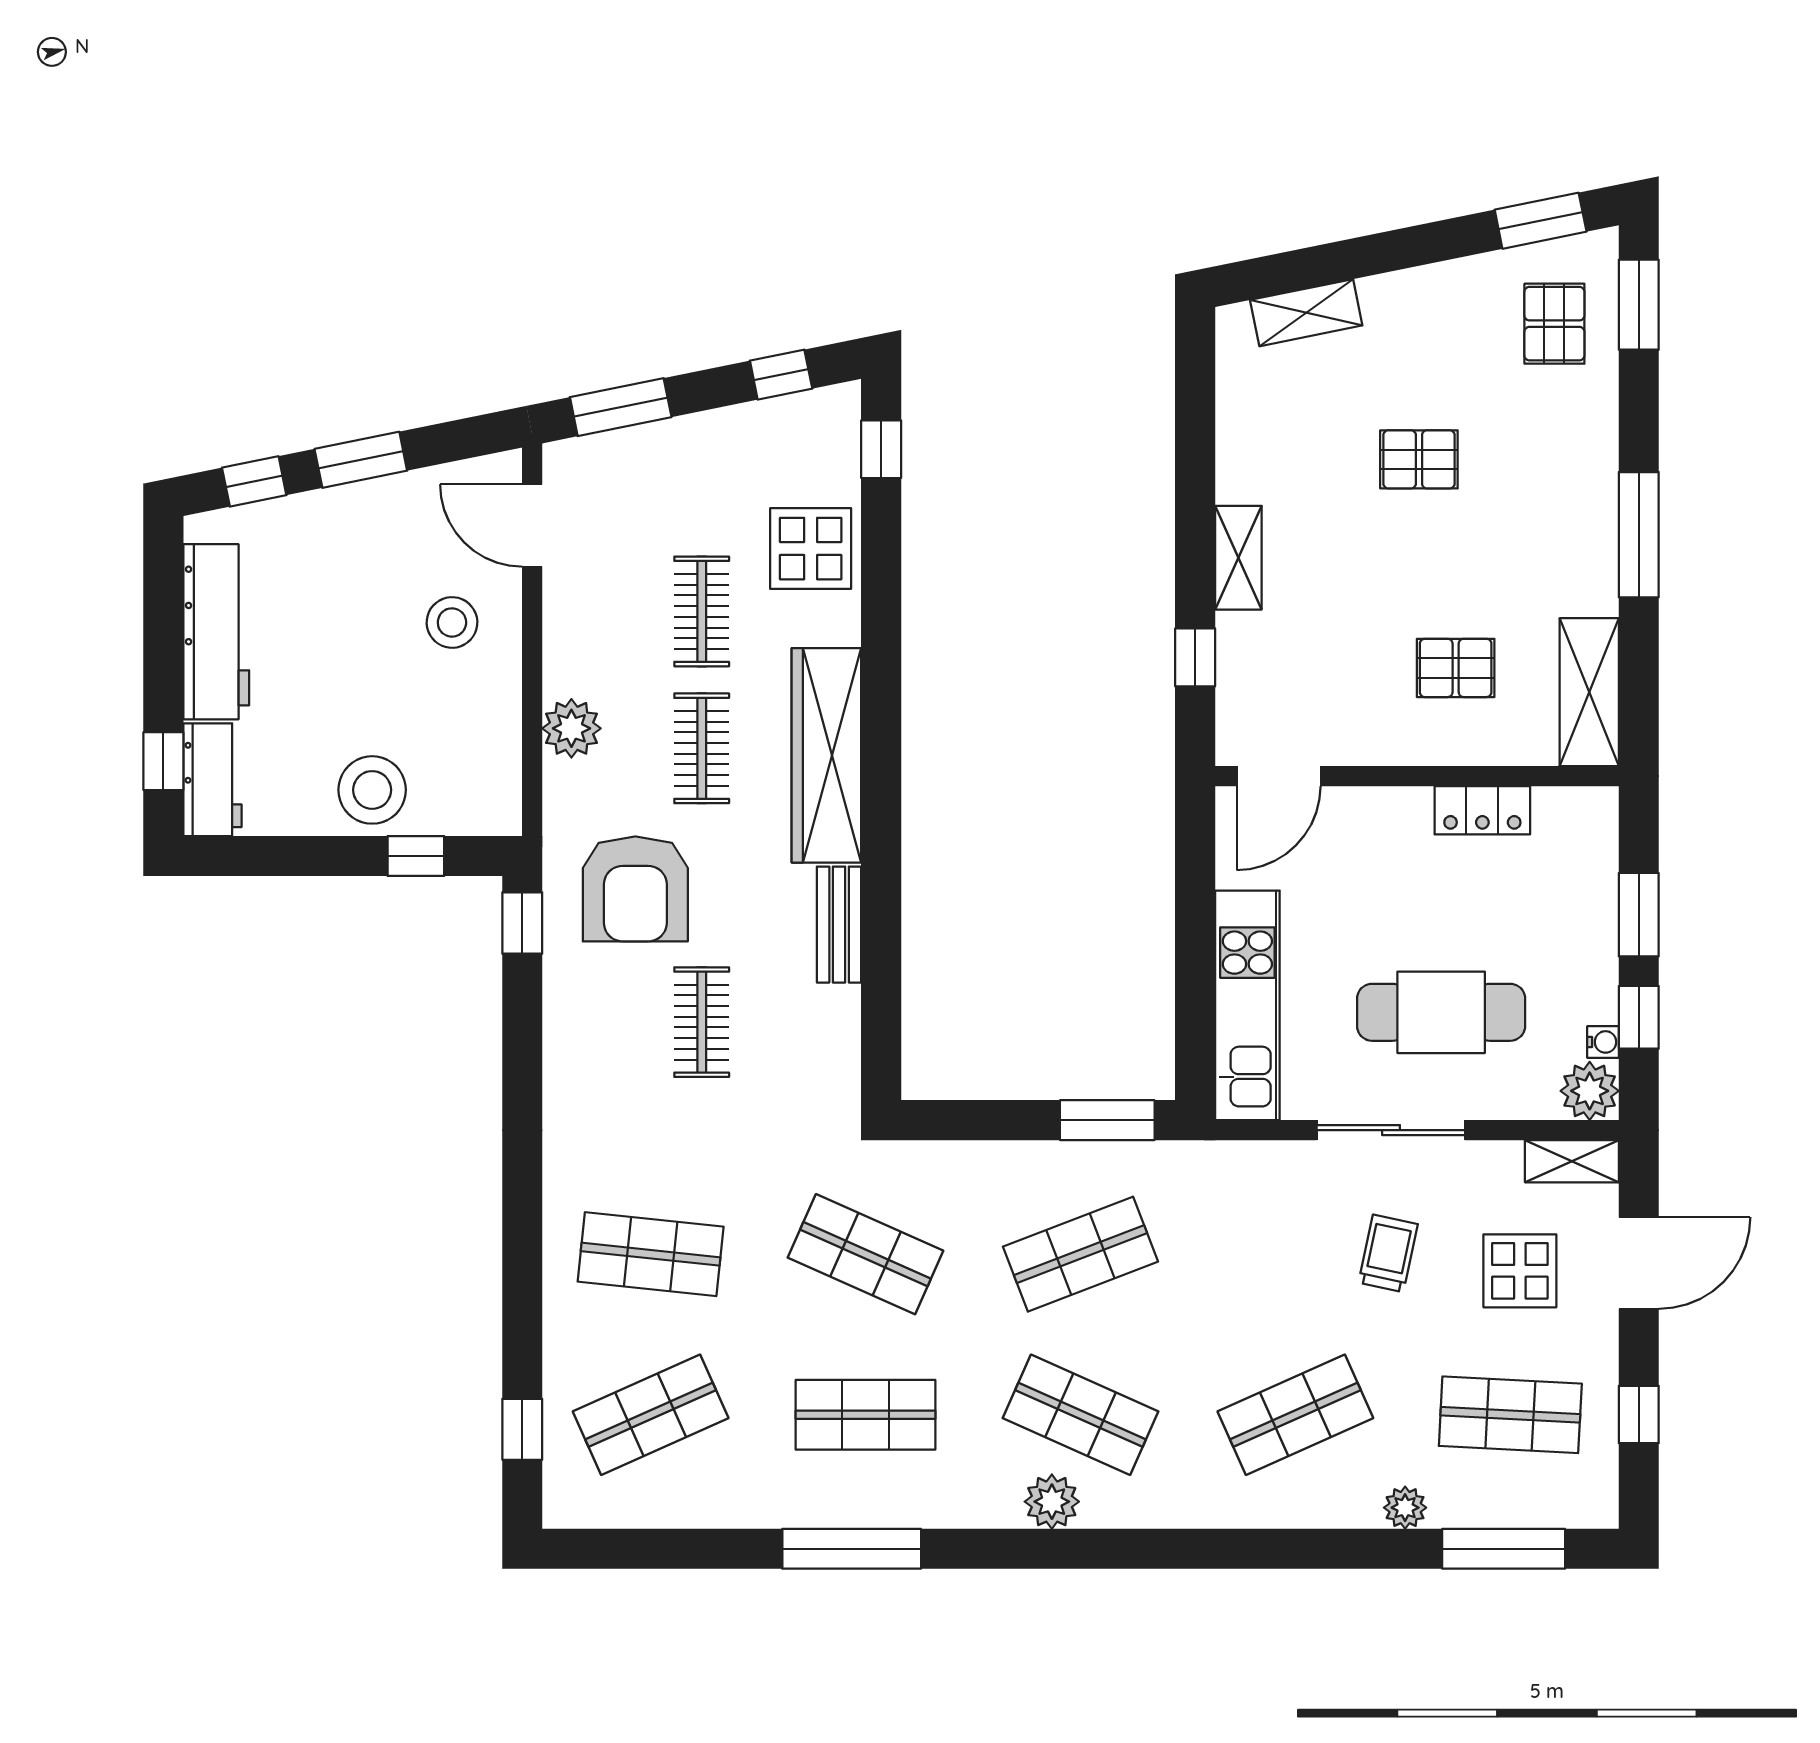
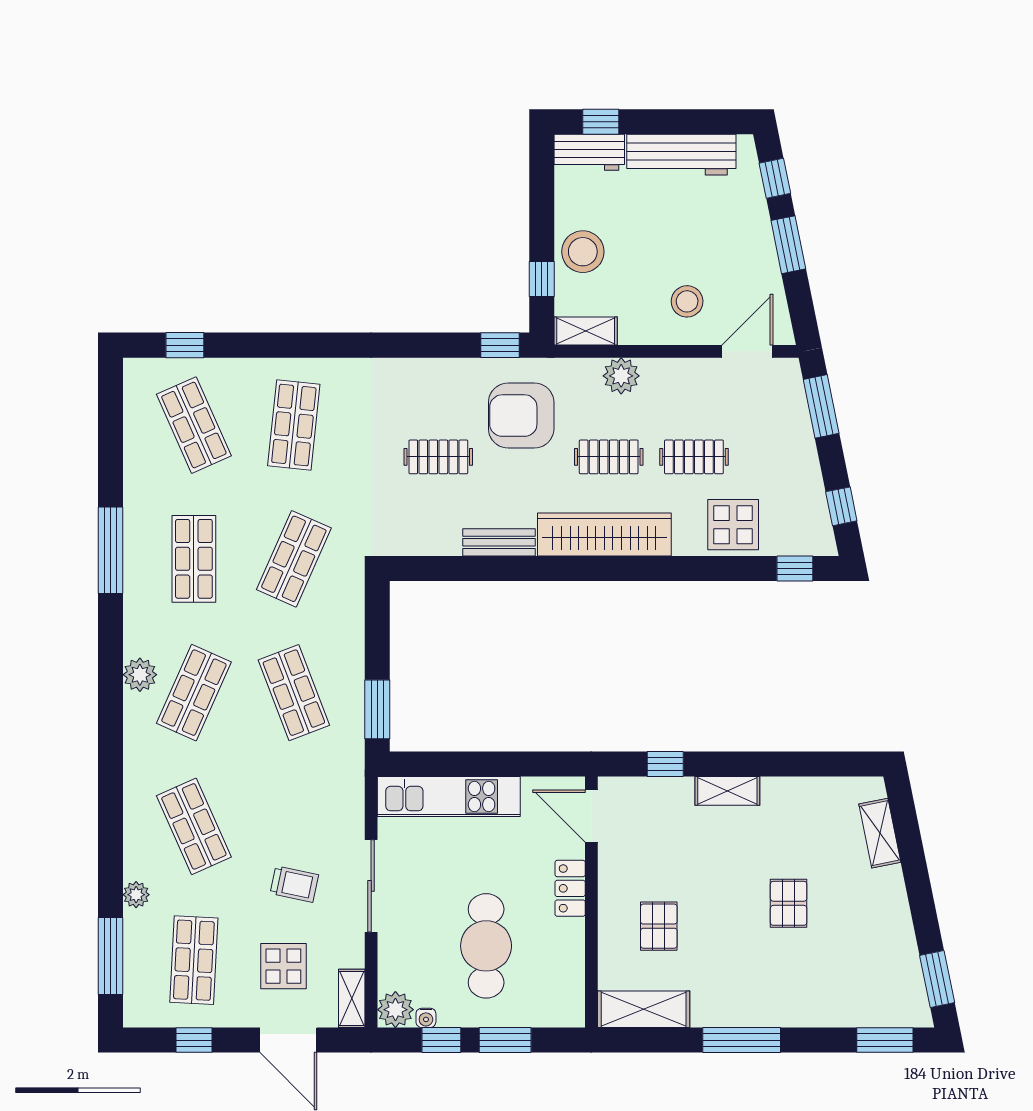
pallet: (1554, 324) -> (873, 988), removed
shelving: (499, 785) -> (586, 331), added
locker: (1482, 810) -> (570, 888), moved
cafe table: (1441, 1012) -> (486, 946), moved

